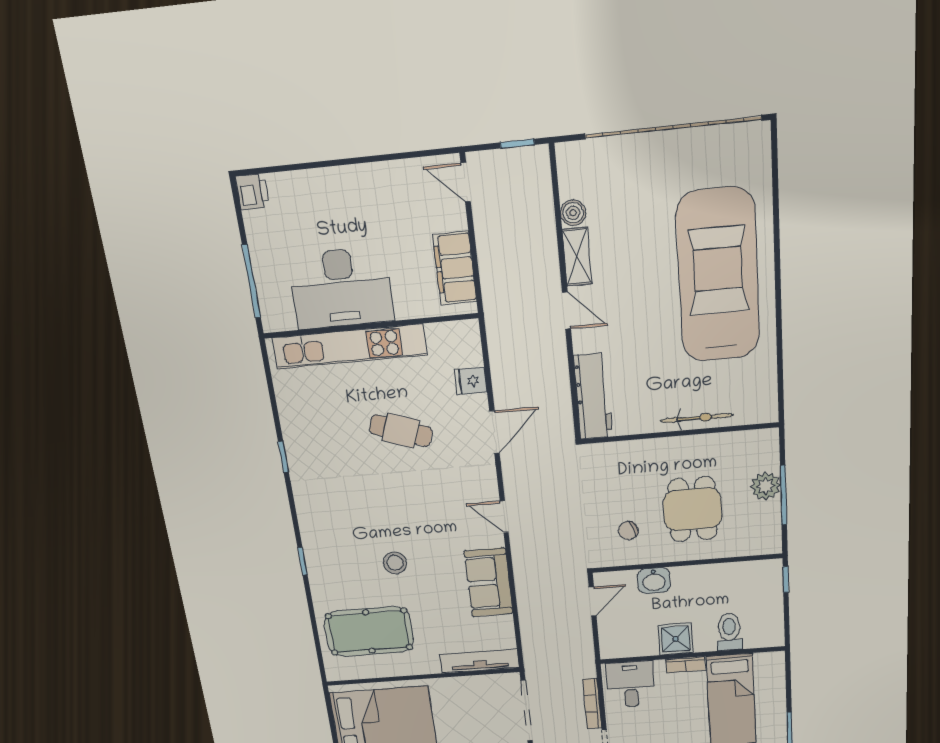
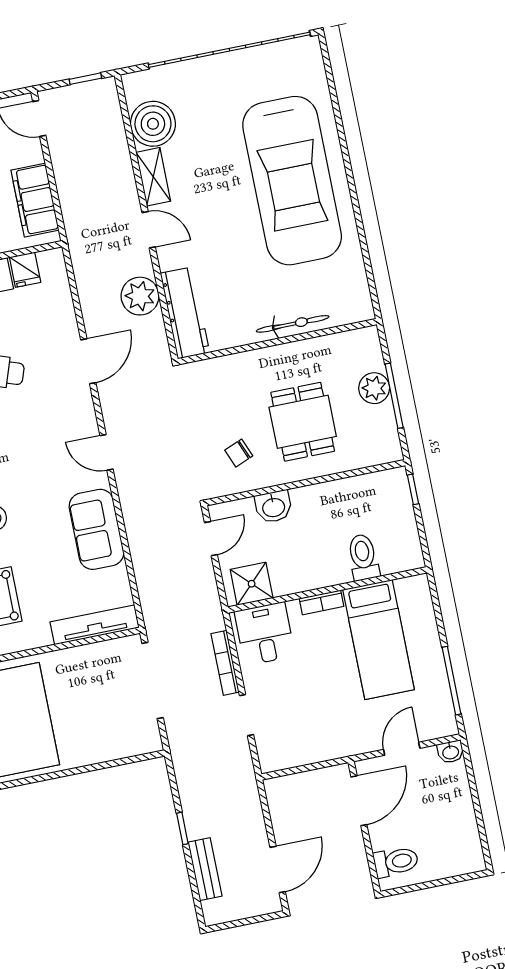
boiler: (573, 213) -> (153, 124), width x1.86, depth x1.86
car: (718, 276) -> (292, 181), turned 180
plant: (551, 375) -> (140, 296), added
fridge: (471, 381) -> (25, 270), moved, turned -90
shower: (676, 639) -> (252, 584), moved

